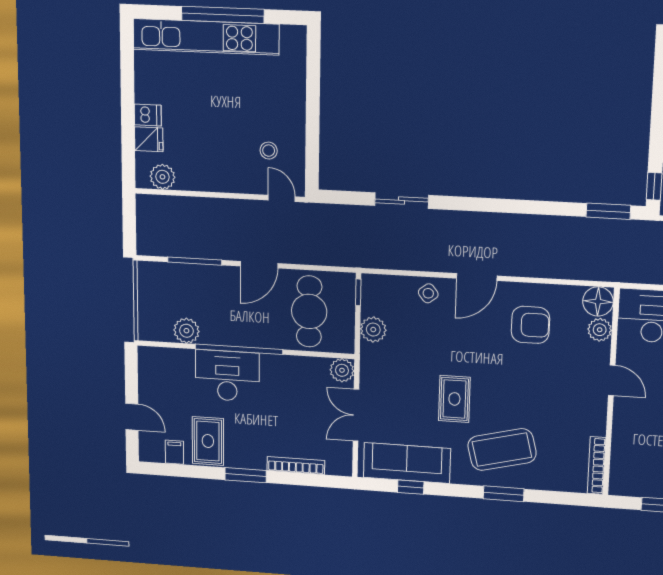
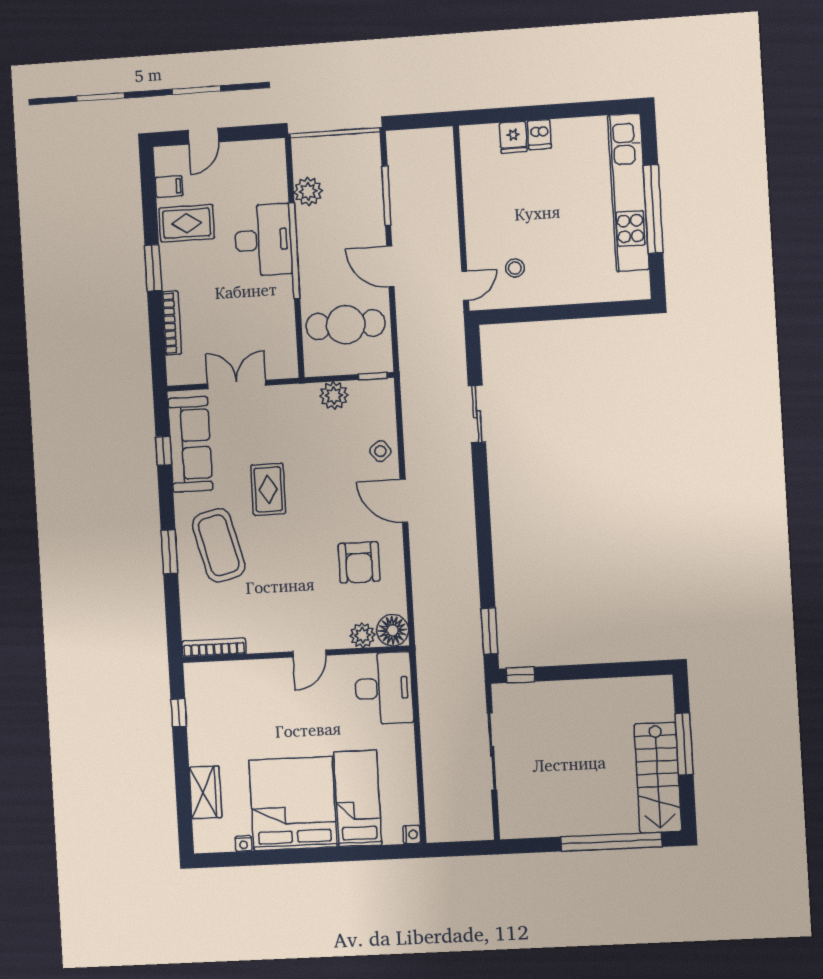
plant: (162, 177) -> (474, 155), removed
plant: (342, 370) -> (285, 365), removed
rug: (454, 399) -> (268, 489), turned 90

